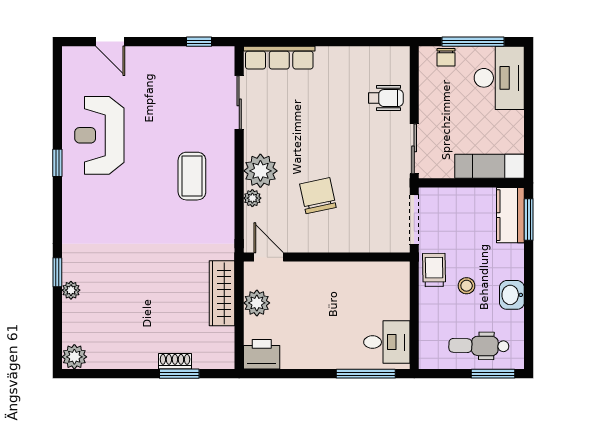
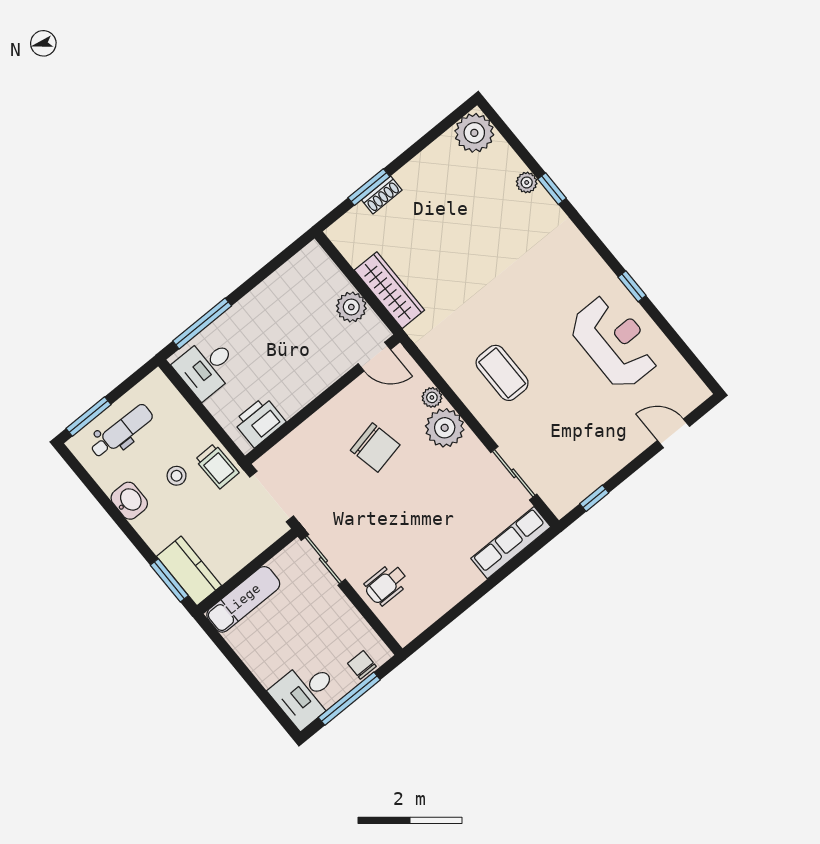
desk: (499, 78) -> (306, 693), width x0.73
printer: (262, 354) -> (259, 422), moved, turned 180
plant: (74, 357) -> (474, 133), width x1.36, depth x1.36

